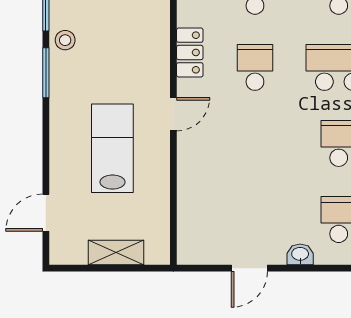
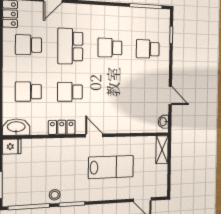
lab bench: (112, 148) -> (111, 167), turned 180
shelving: (116, 253) -> (162, 150), moved
washbasin: (300, 254) -> (163, 122), moved

